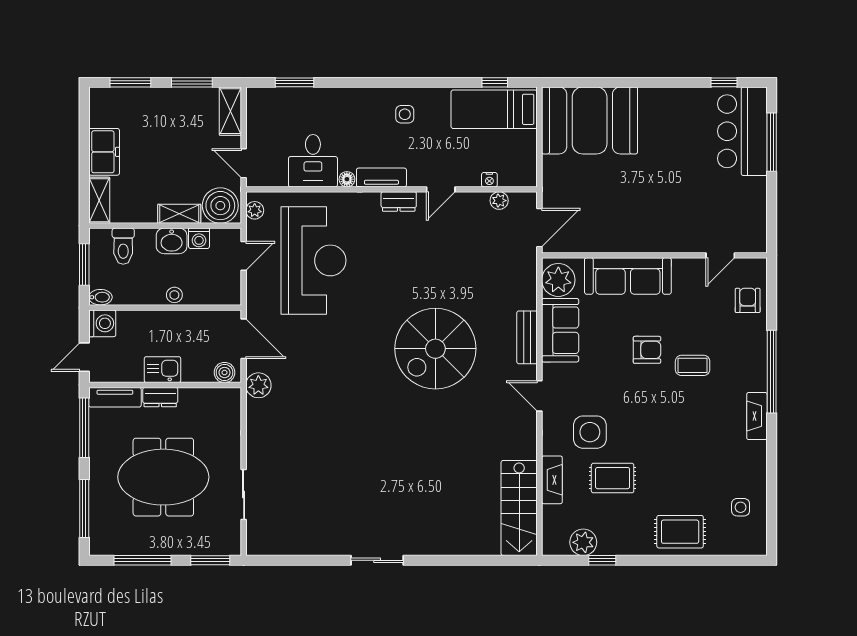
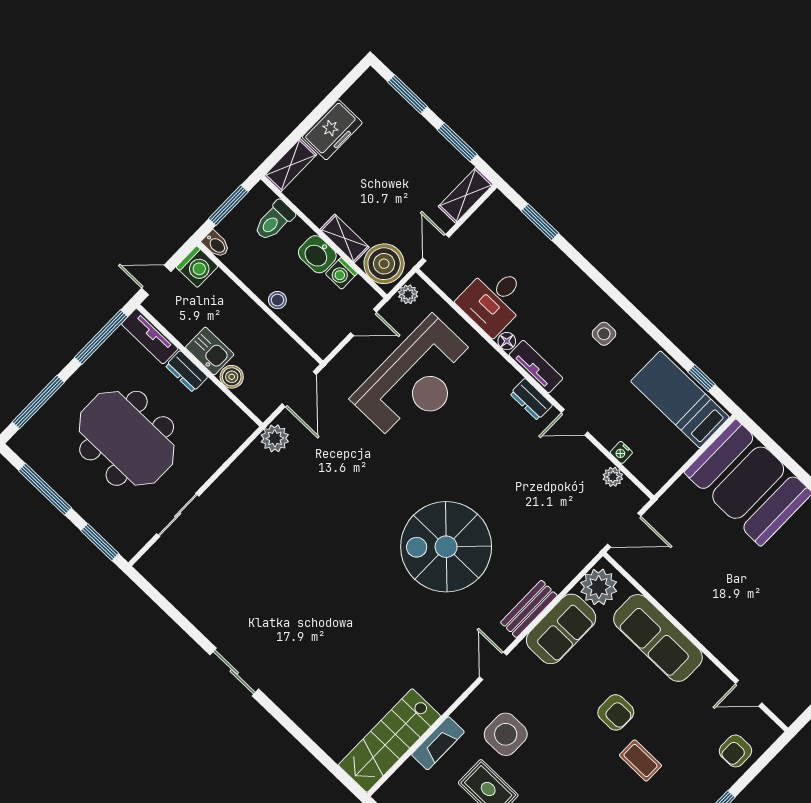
armchair: (748, 300) -> (735, 751), turned 180
boiler: (225, 373) -> (232, 377), moved

